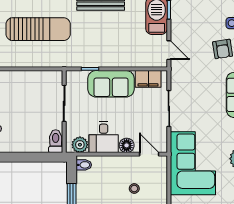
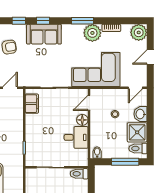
sofa: (111, 84) -> (36, 132), removed
plant: (80, 145) -> (82, 155), removed

